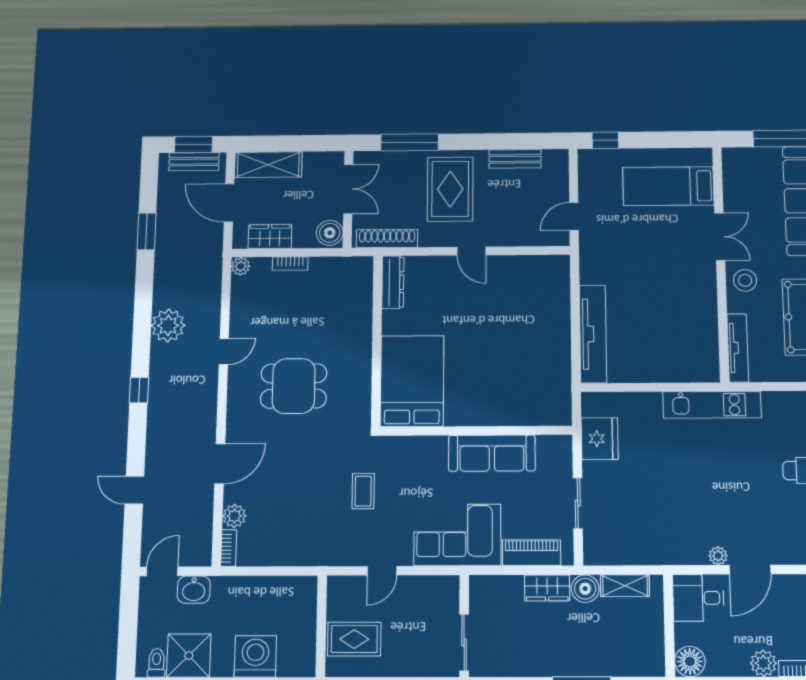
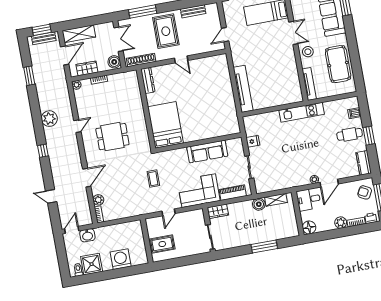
door: (229, 203) -> (65, 56), swing flipped
fridge: (600, 439) -> (253, 141), width x0.53, depth x0.75
wardrobe: (547, 588) -> (218, 211), moved

